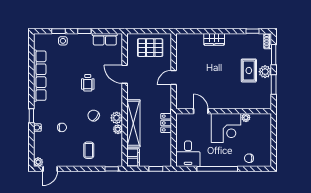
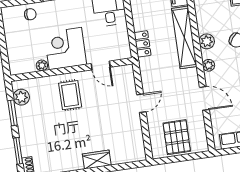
pallet: (150, 48) -> (177, 137), turned 90
rug: (249, 70) -> (70, 95), moved
plant: (265, 72) -> (21, 97), moved
plant: (118, 129) -> (209, 65), moved

